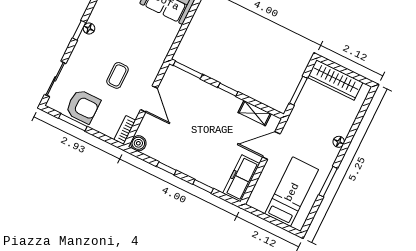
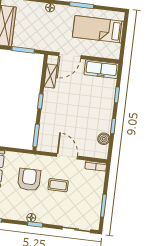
door: (149, 99) -> (67, 156), hinge flipped
armchair: (83, 106) -> (29, 180), moved
boiler: (138, 143) -> (104, 139), moved
door: (271, 145) -> (70, 56), hinge flipped

